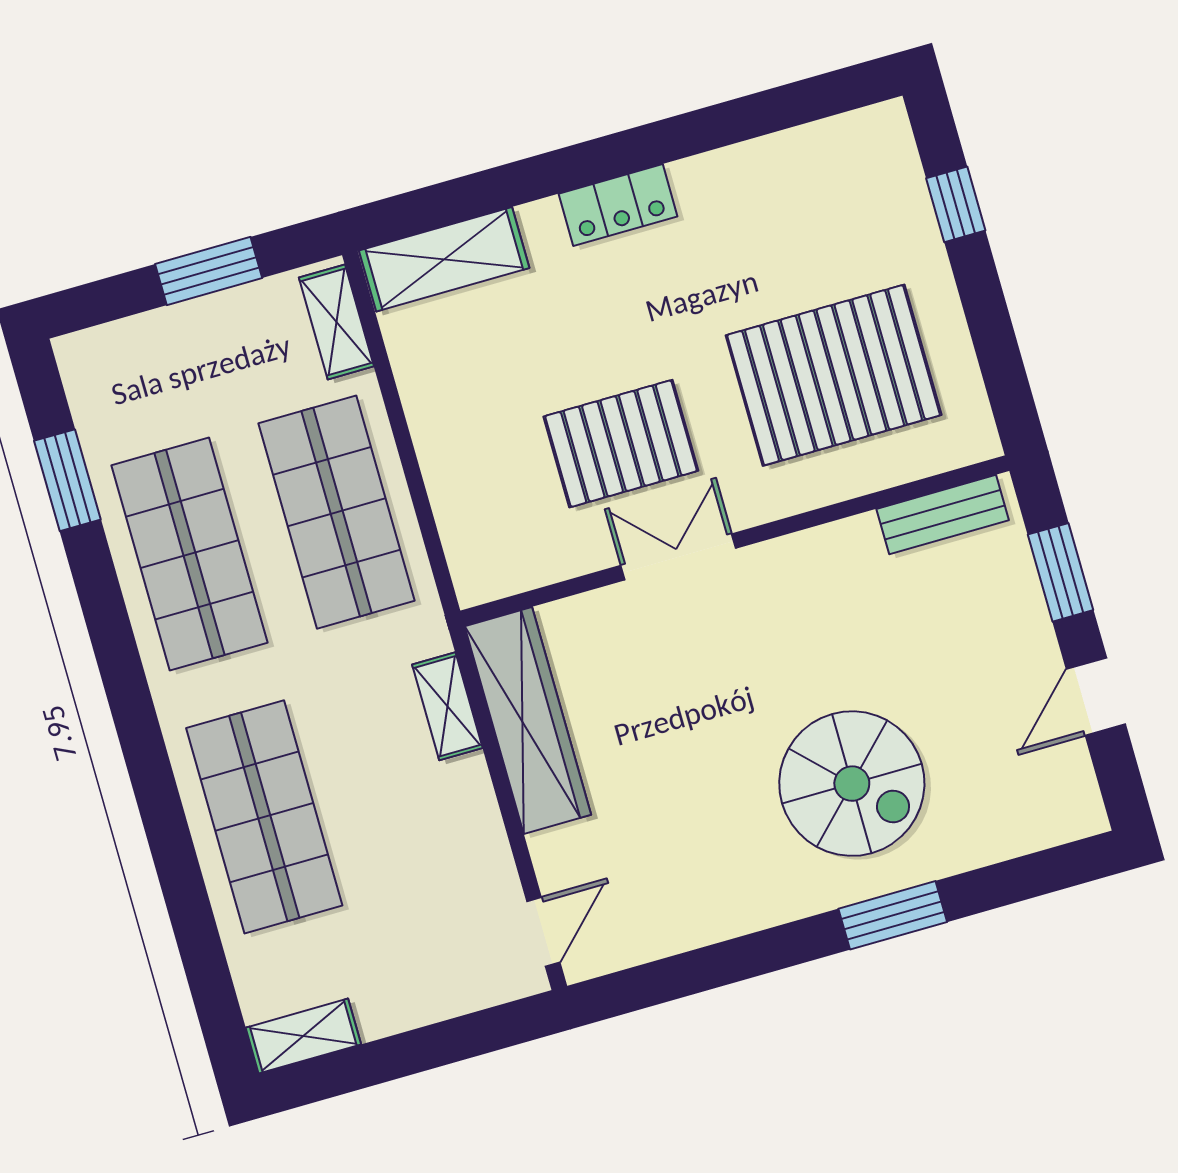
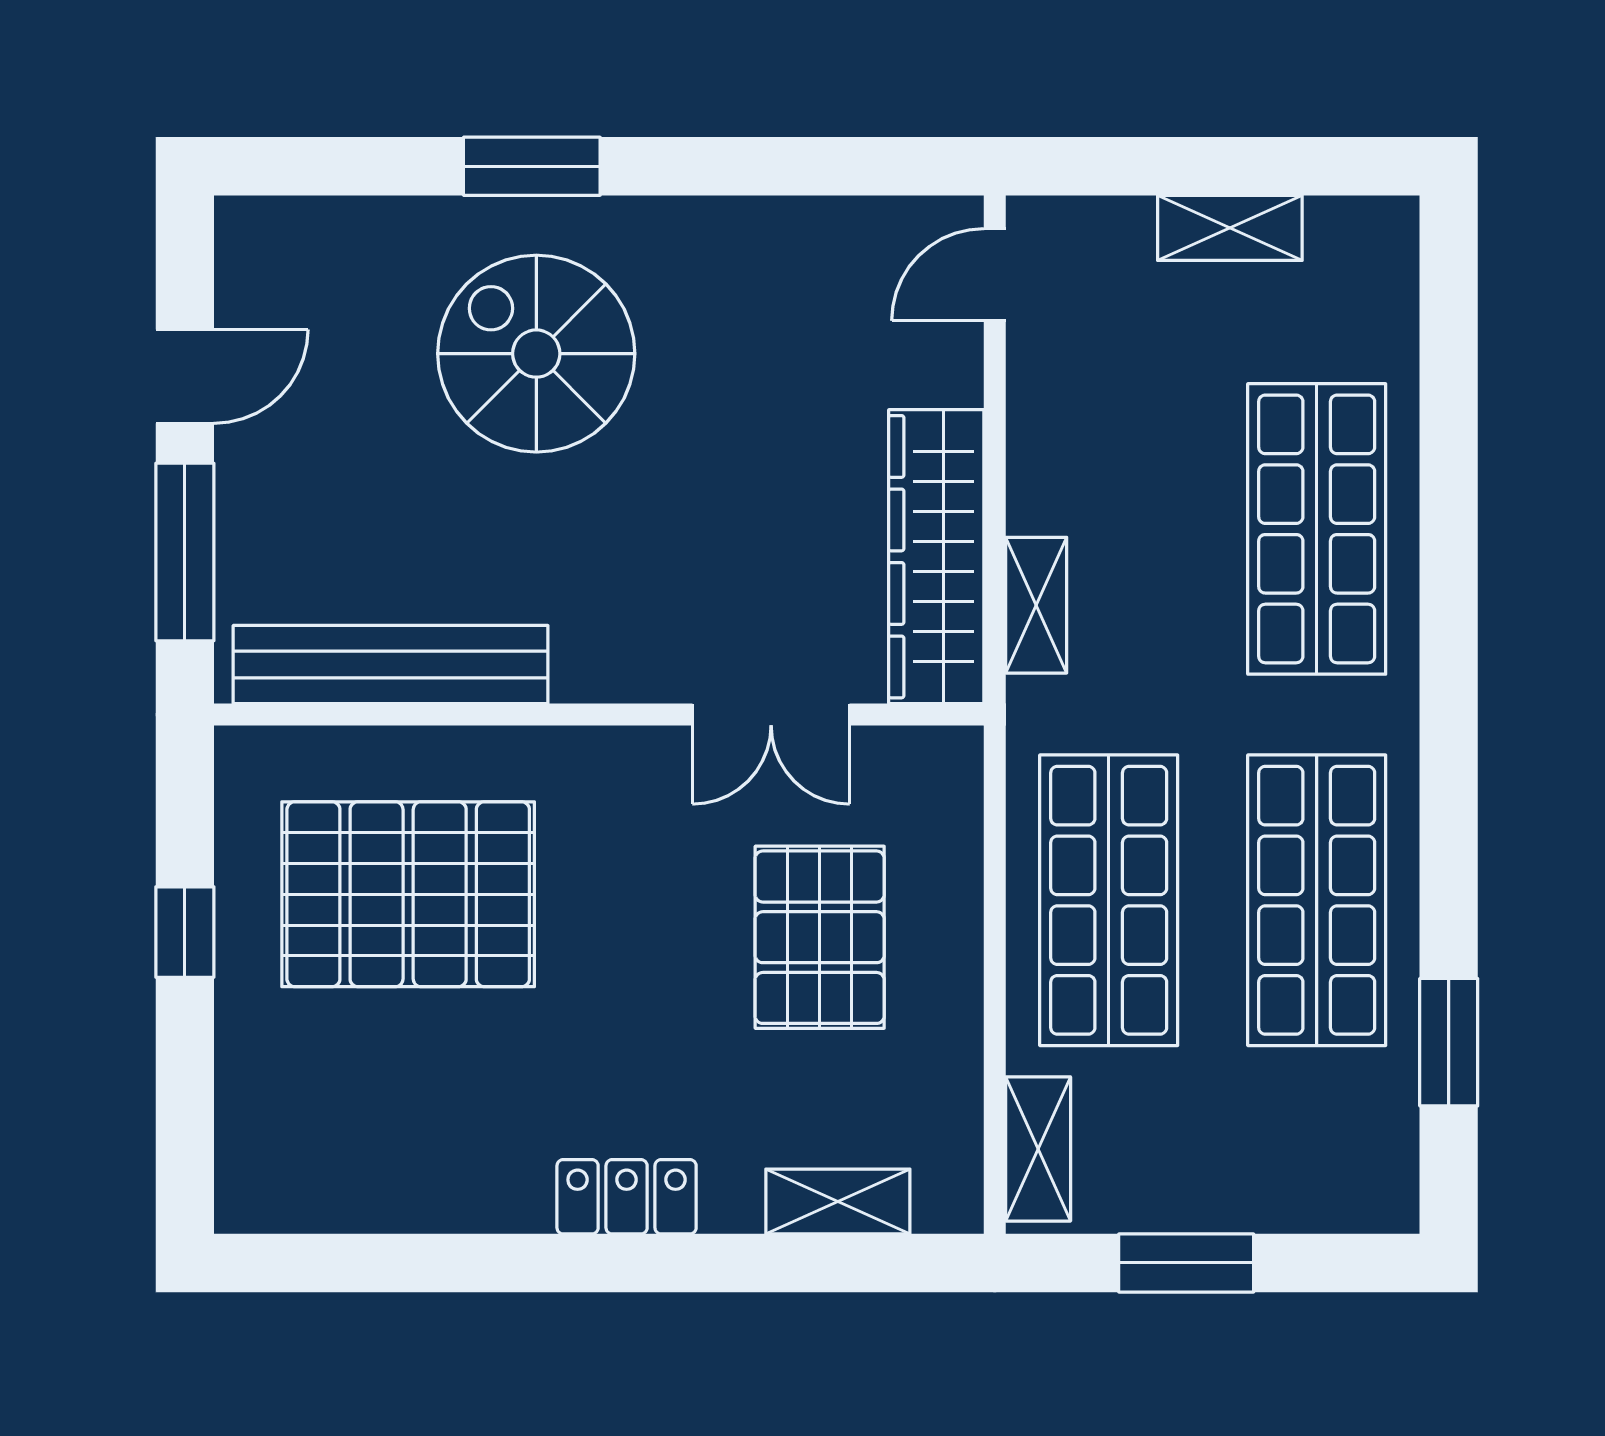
window: (956, 204) -> (185, 932), moved
shelving: (444, 259) -> (838, 1201), width x0.67, depth x0.75
pallet: (621, 444) -> (820, 937), moved, turned 90
bench: (943, 515) -> (391, 665), width x1.86, depth x1.21
double door: (678, 557) -> (771, 715), moved
window: (1061, 572) -> (185, 552), width x1.44
shelving: (303, 1036) -> (1230, 228), moved

